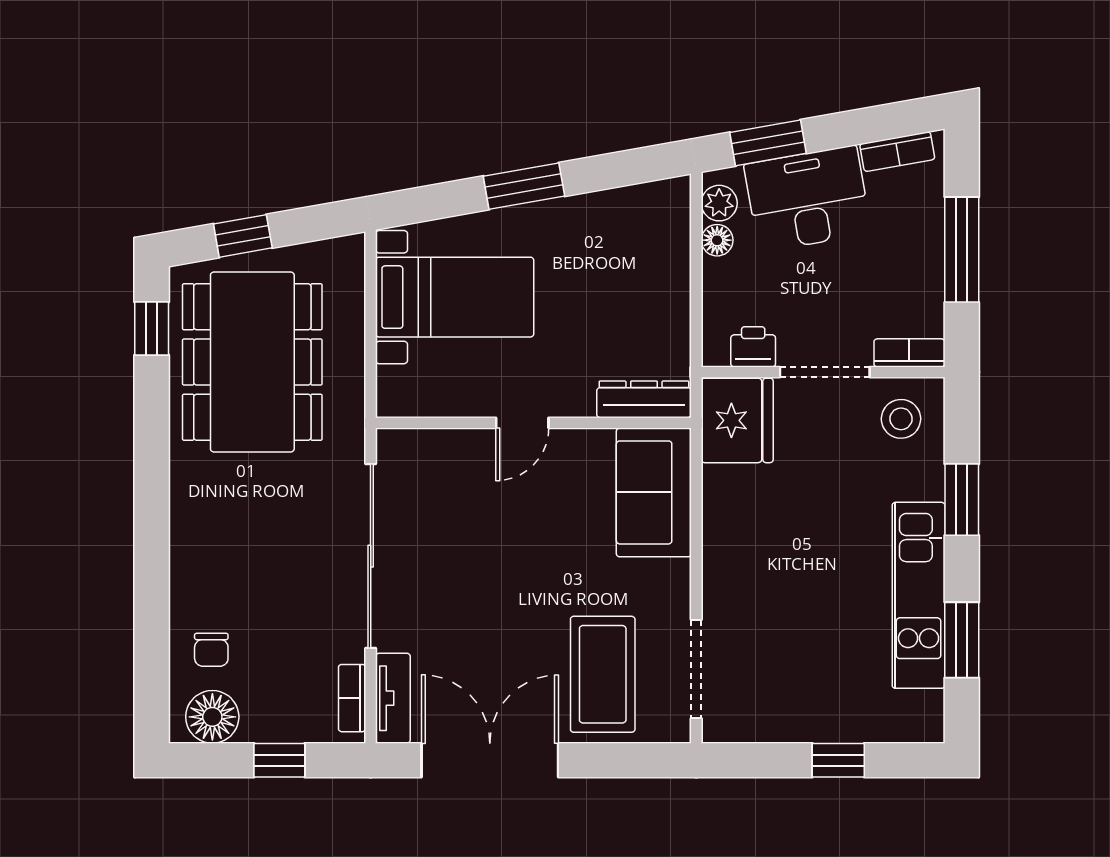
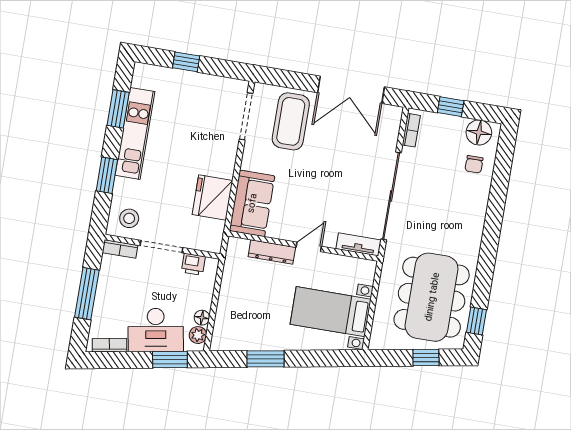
window: (524, 186) -> (265, 359), moved
dresser: (644, 399) -> (272, 252), moved
fridge: (737, 420) -> (212, 197), moved
chair: (211, 650) -> (474, 164), turned 180
tv unit: (393, 698) -> (358, 244), moved, turned 90

